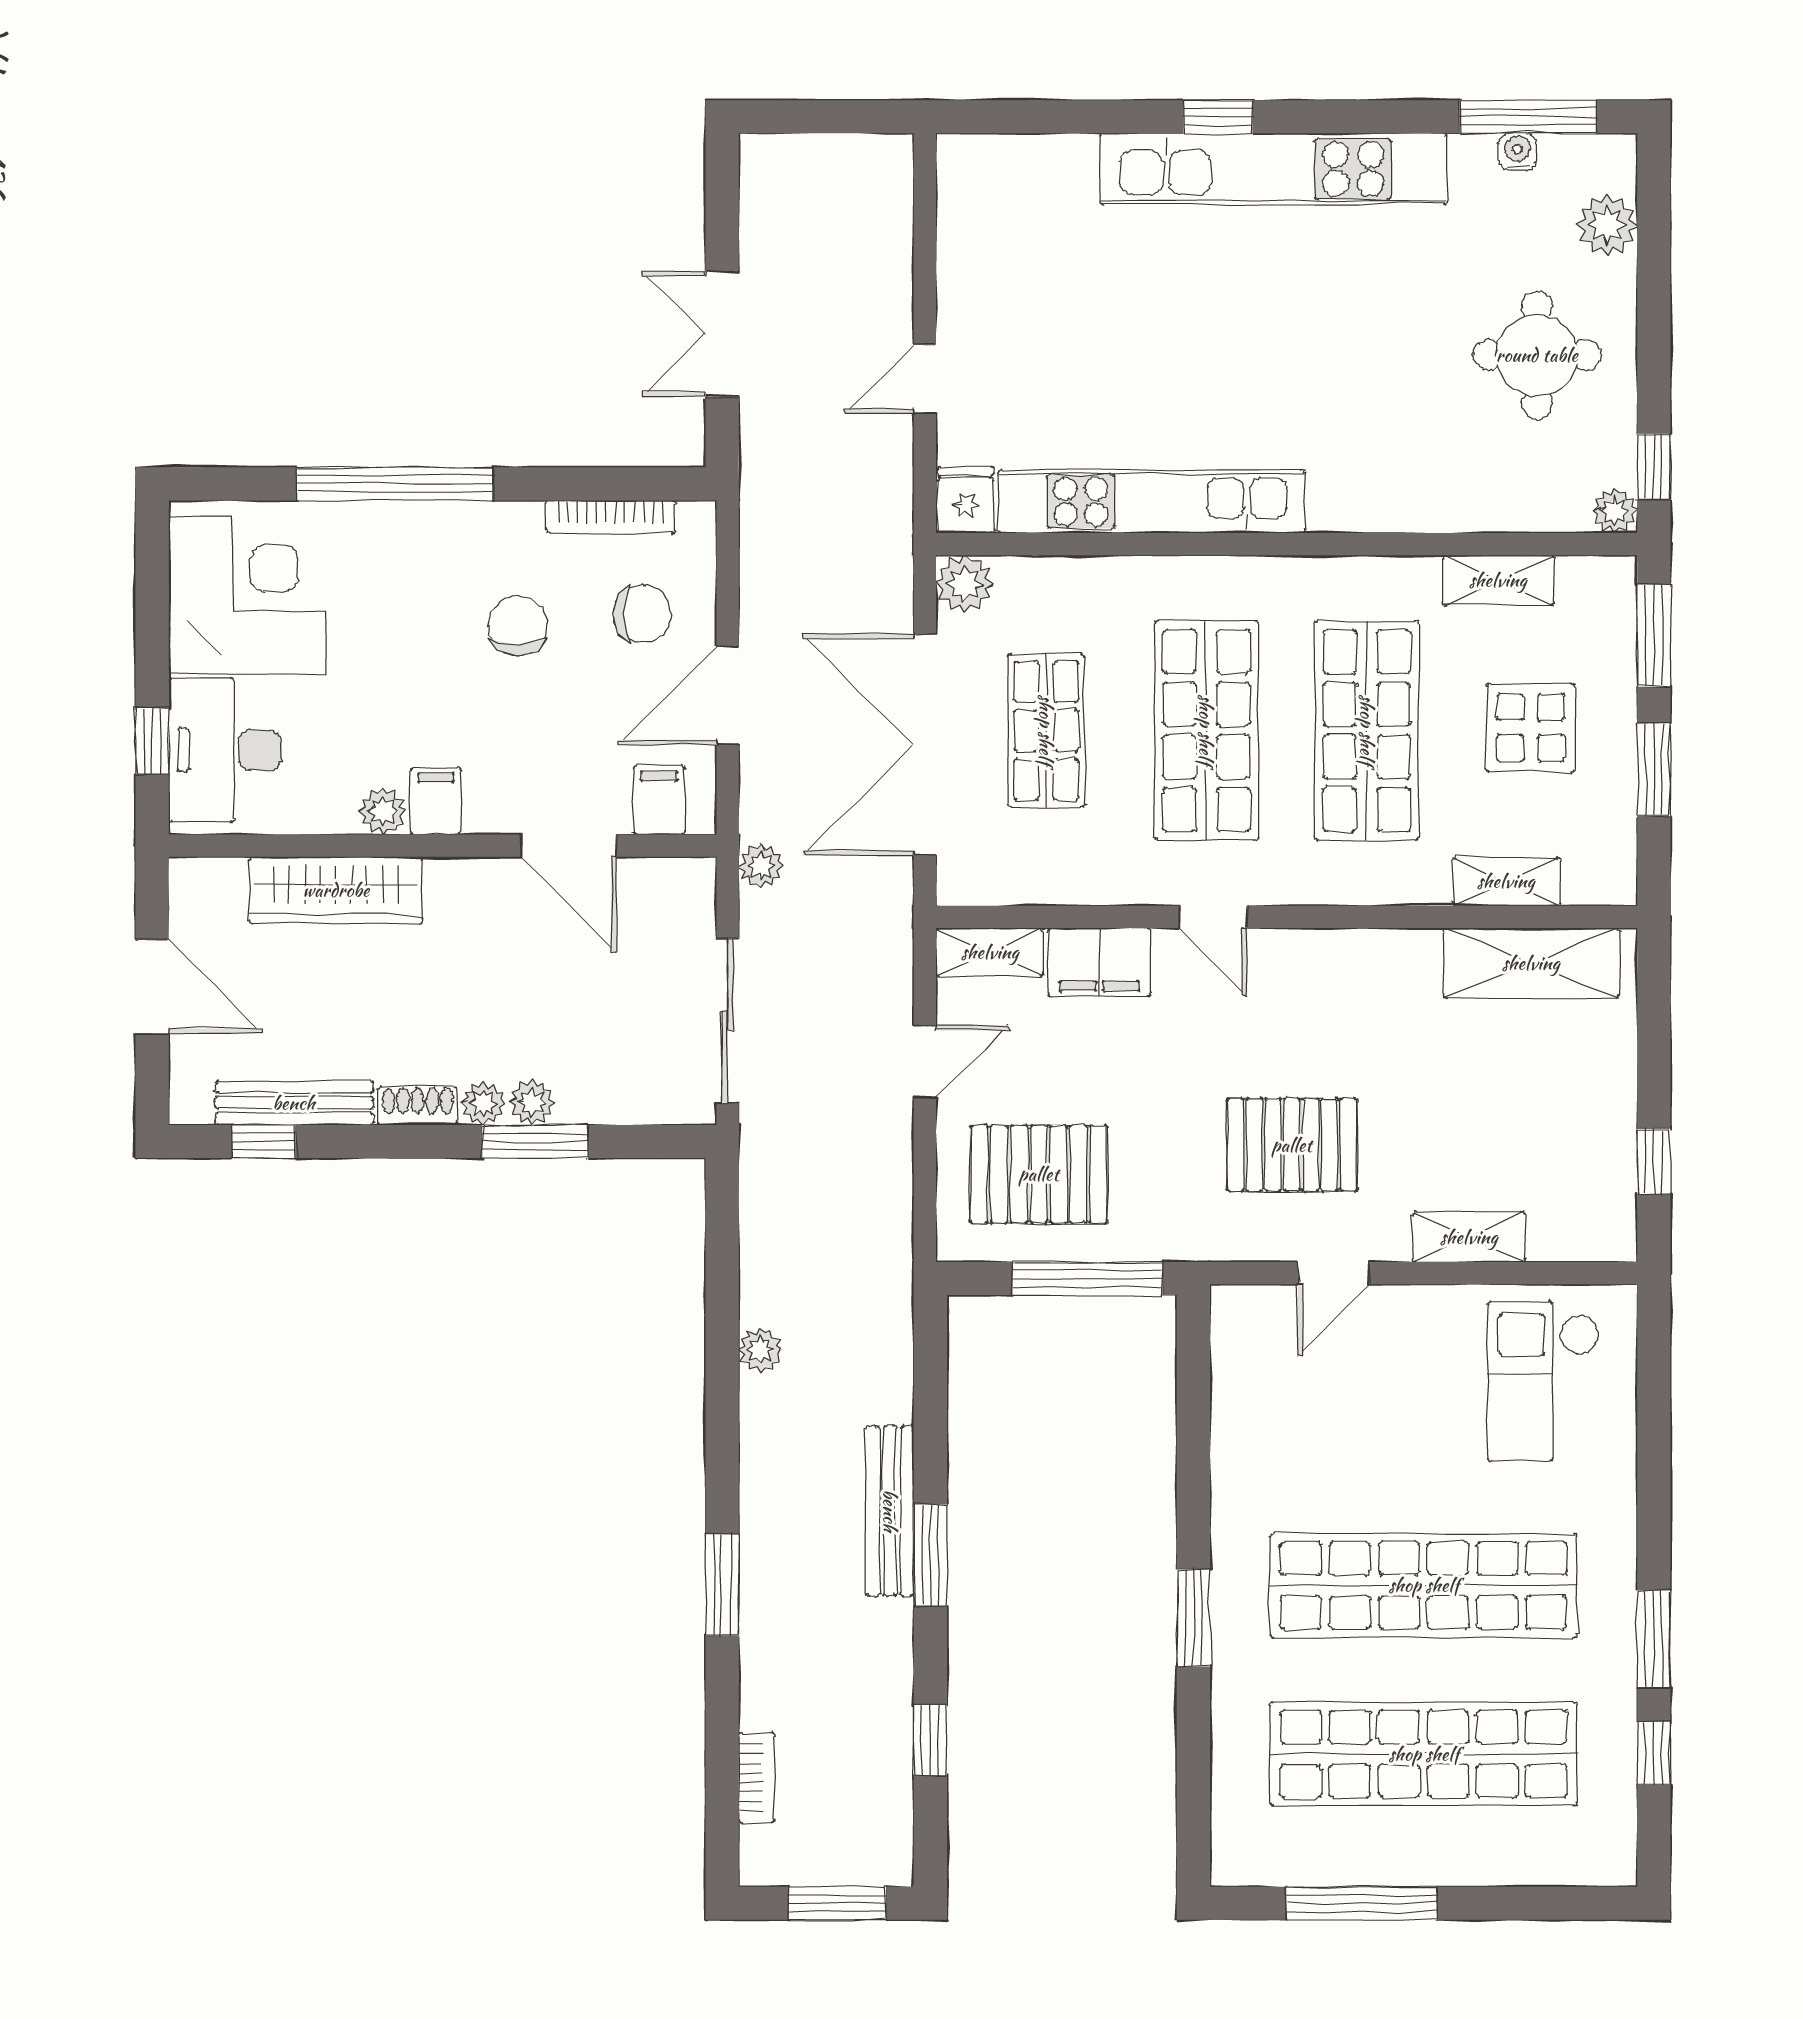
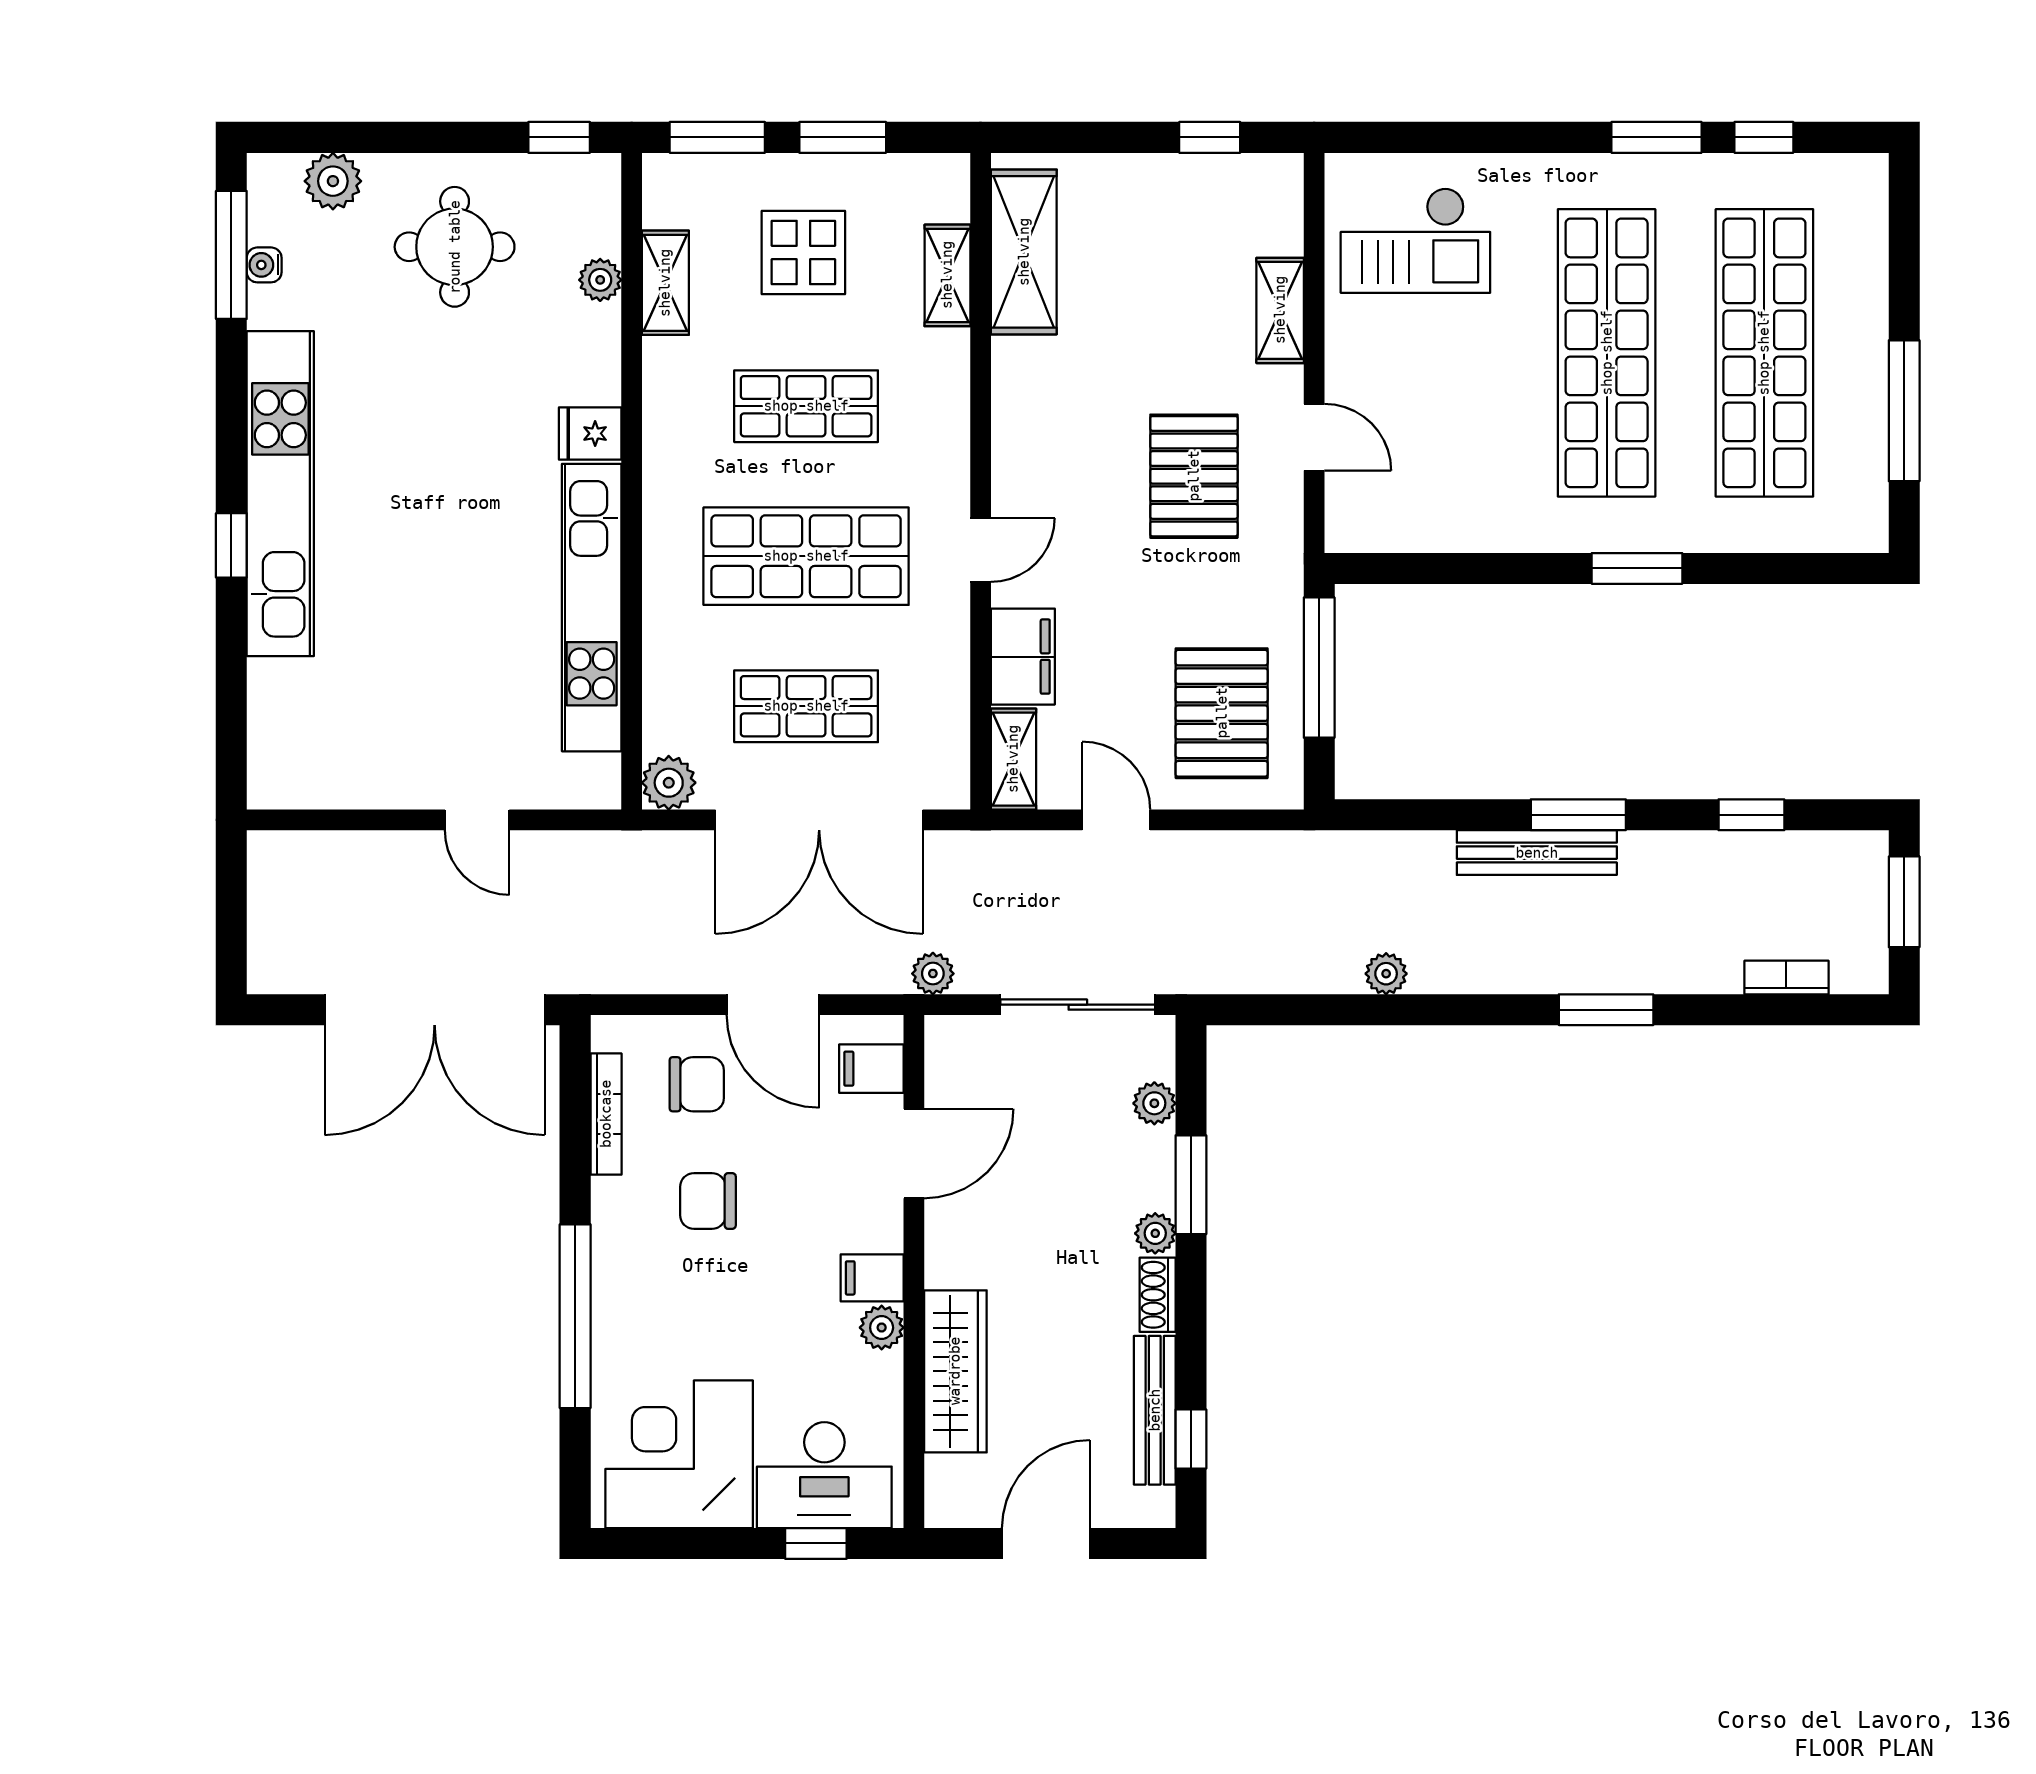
double door: (722, 334) -> (435, 1010), width x1.87
fridge: (966, 500) -> (590, 433), moved
plant: (1615, 511) -> (600, 280), moved
chair: (643, 614) -> (697, 1084), turned 90
shop shelf: (1367, 730) -> (806, 406), width x0.70, depth x0.74
plant: (532, 1102) -> (1154, 1103), moved

